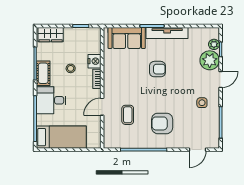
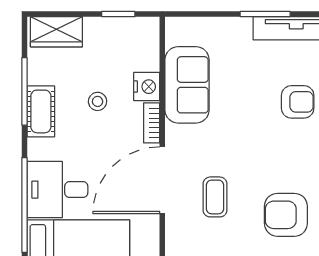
sofa: (127, 38) -> (187, 85), moved, turned -90
armchair: (157, 69) -> (298, 102), moved
desk: (51, 100) -> (57, 190), moved
door: (102, 107) -> (162, 180), width x1.87

